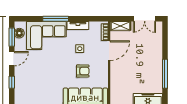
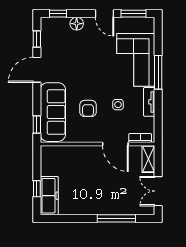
floor lamp: (19, 33) -> (77, 24), moved
window: (165, 74) -> (116, 218), moved
window: (12, 82) -> (58, 14), moved

